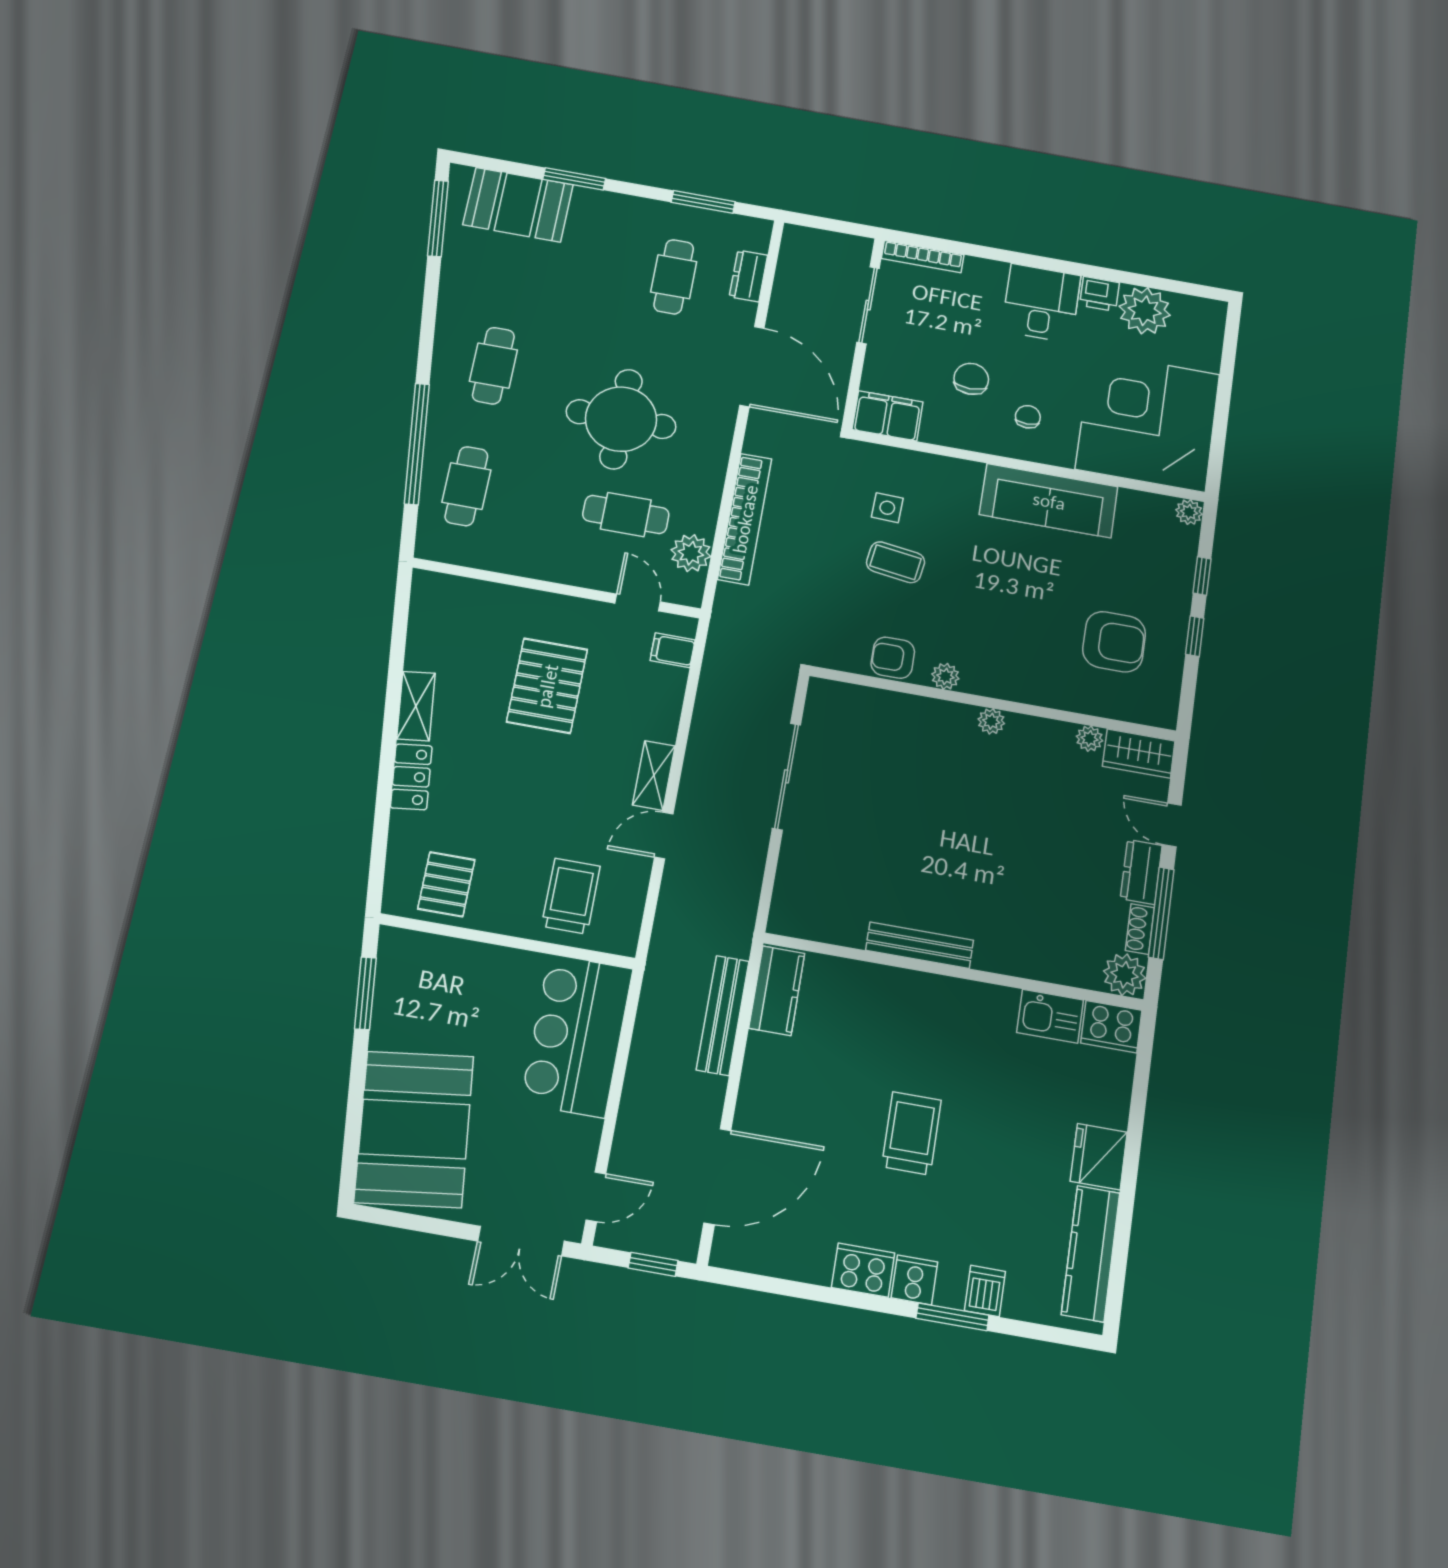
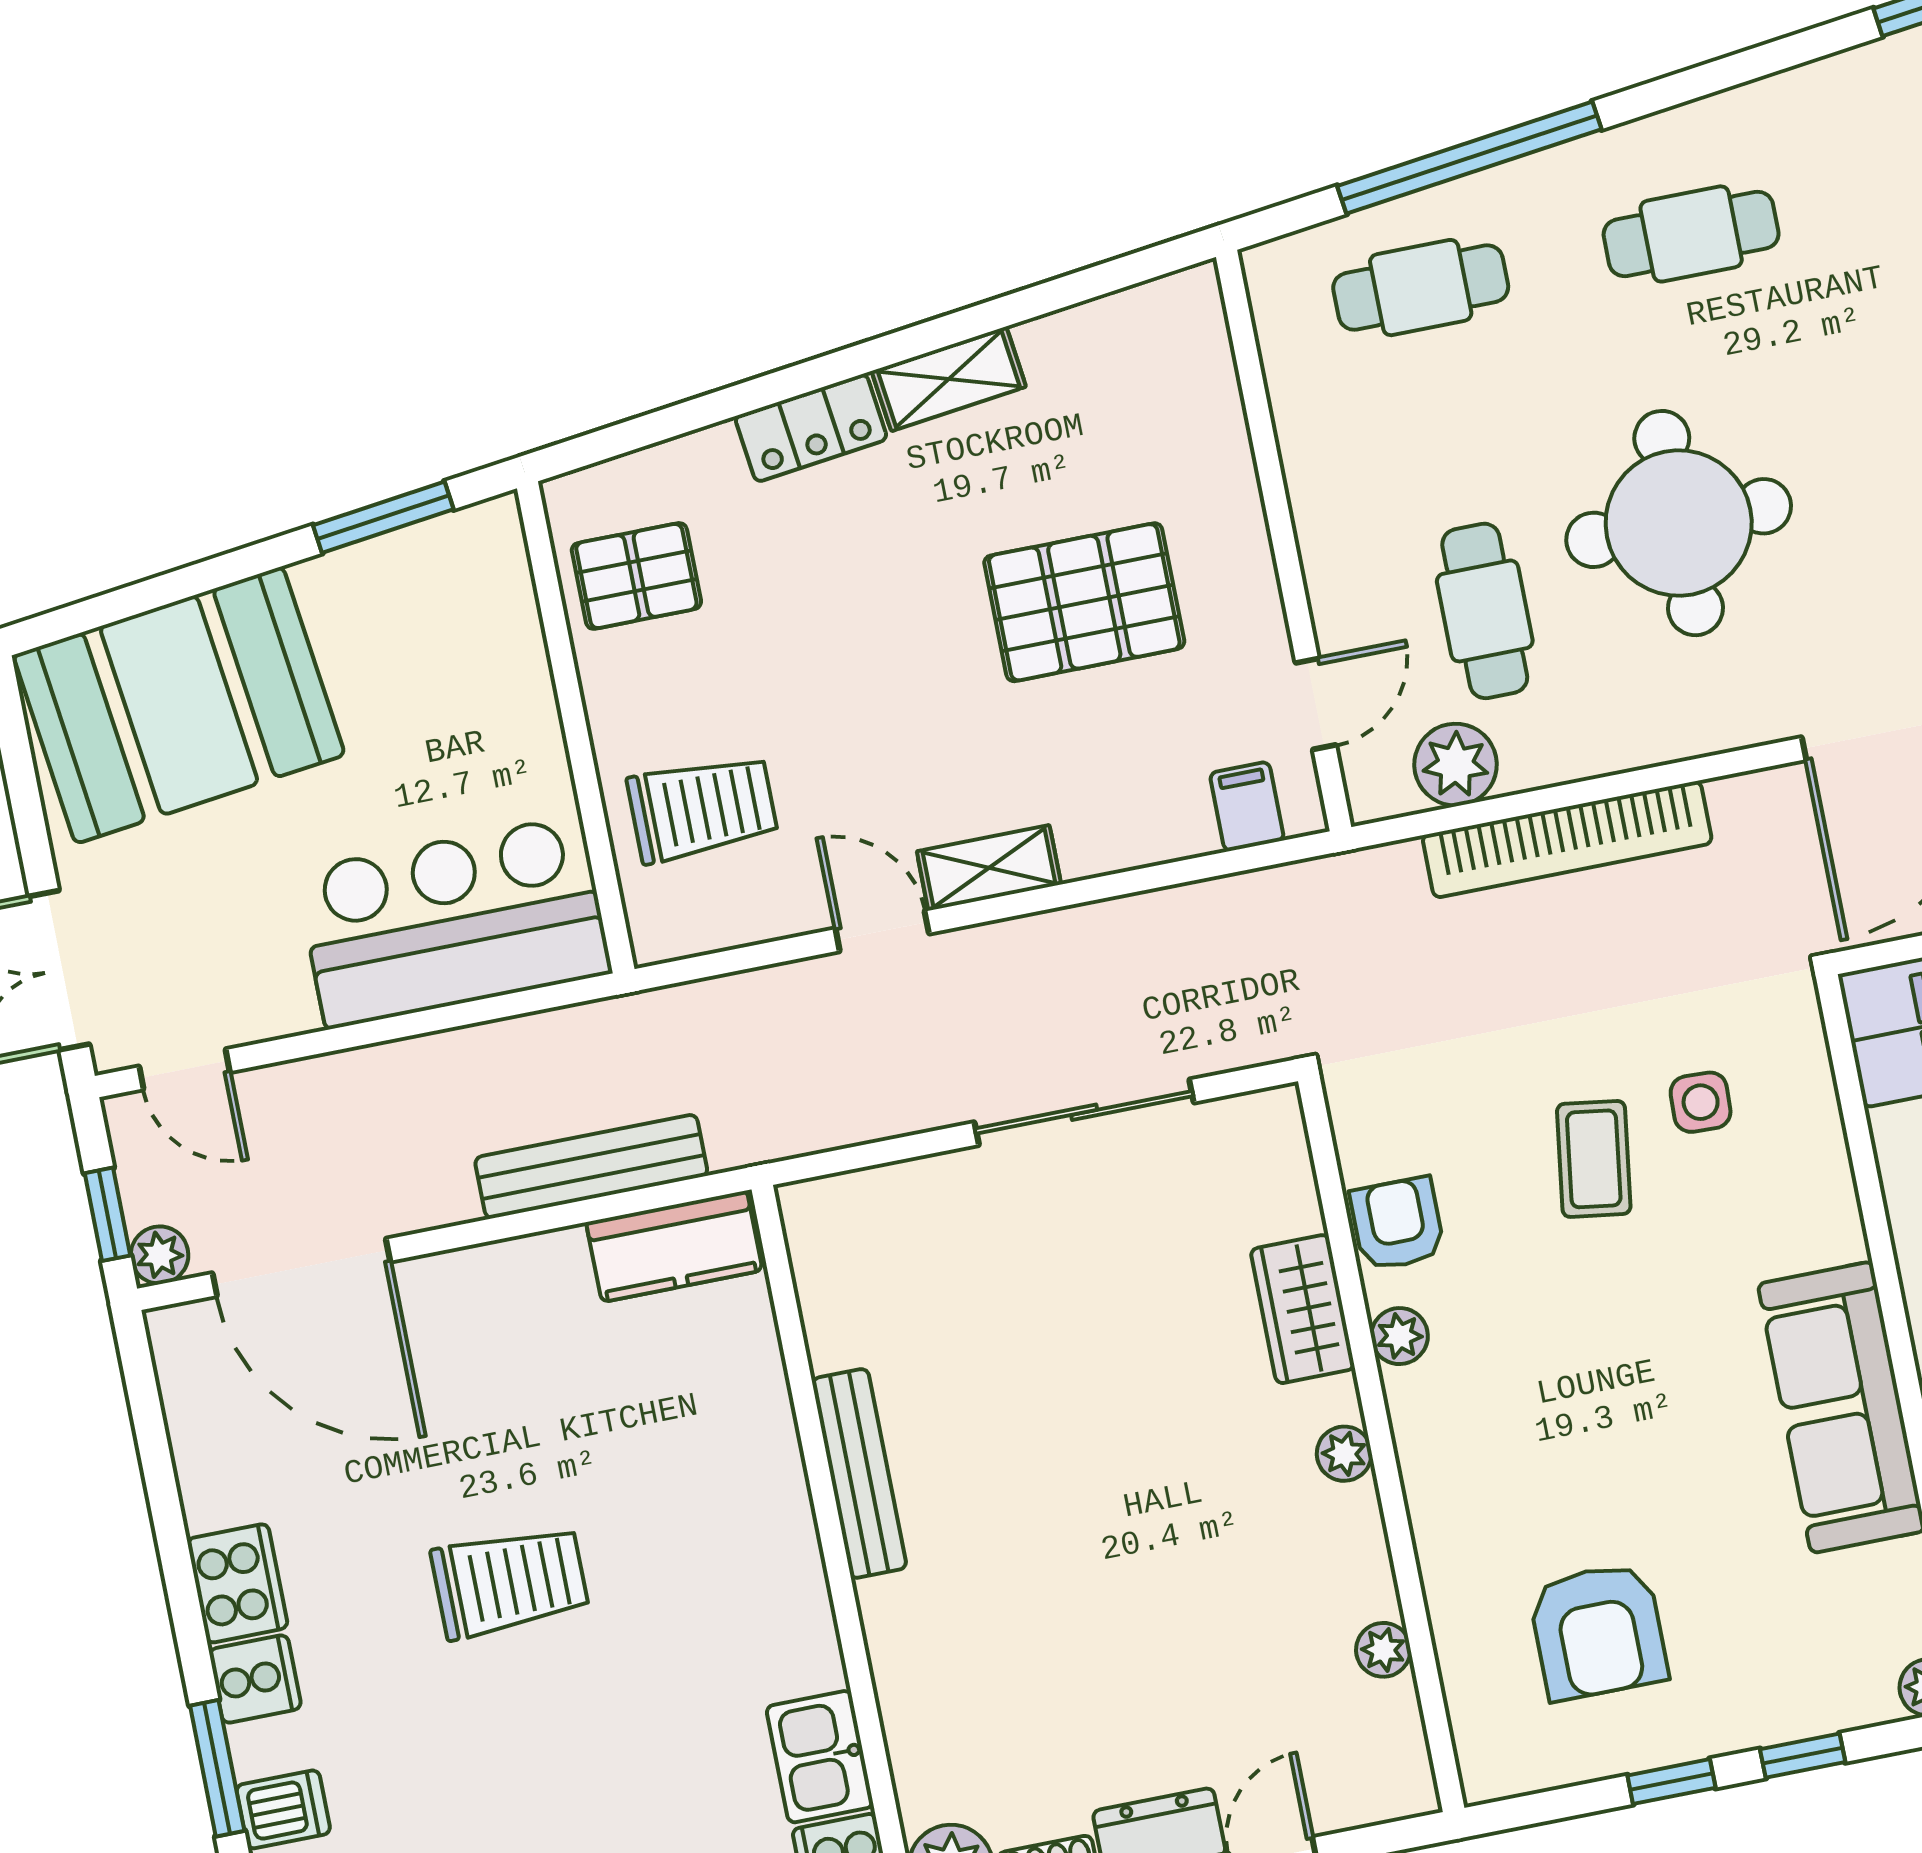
wardrobe: (1139, 753) -> (1303, 1309), moved
plant: (684, 1246) -> (160, 1255), added

